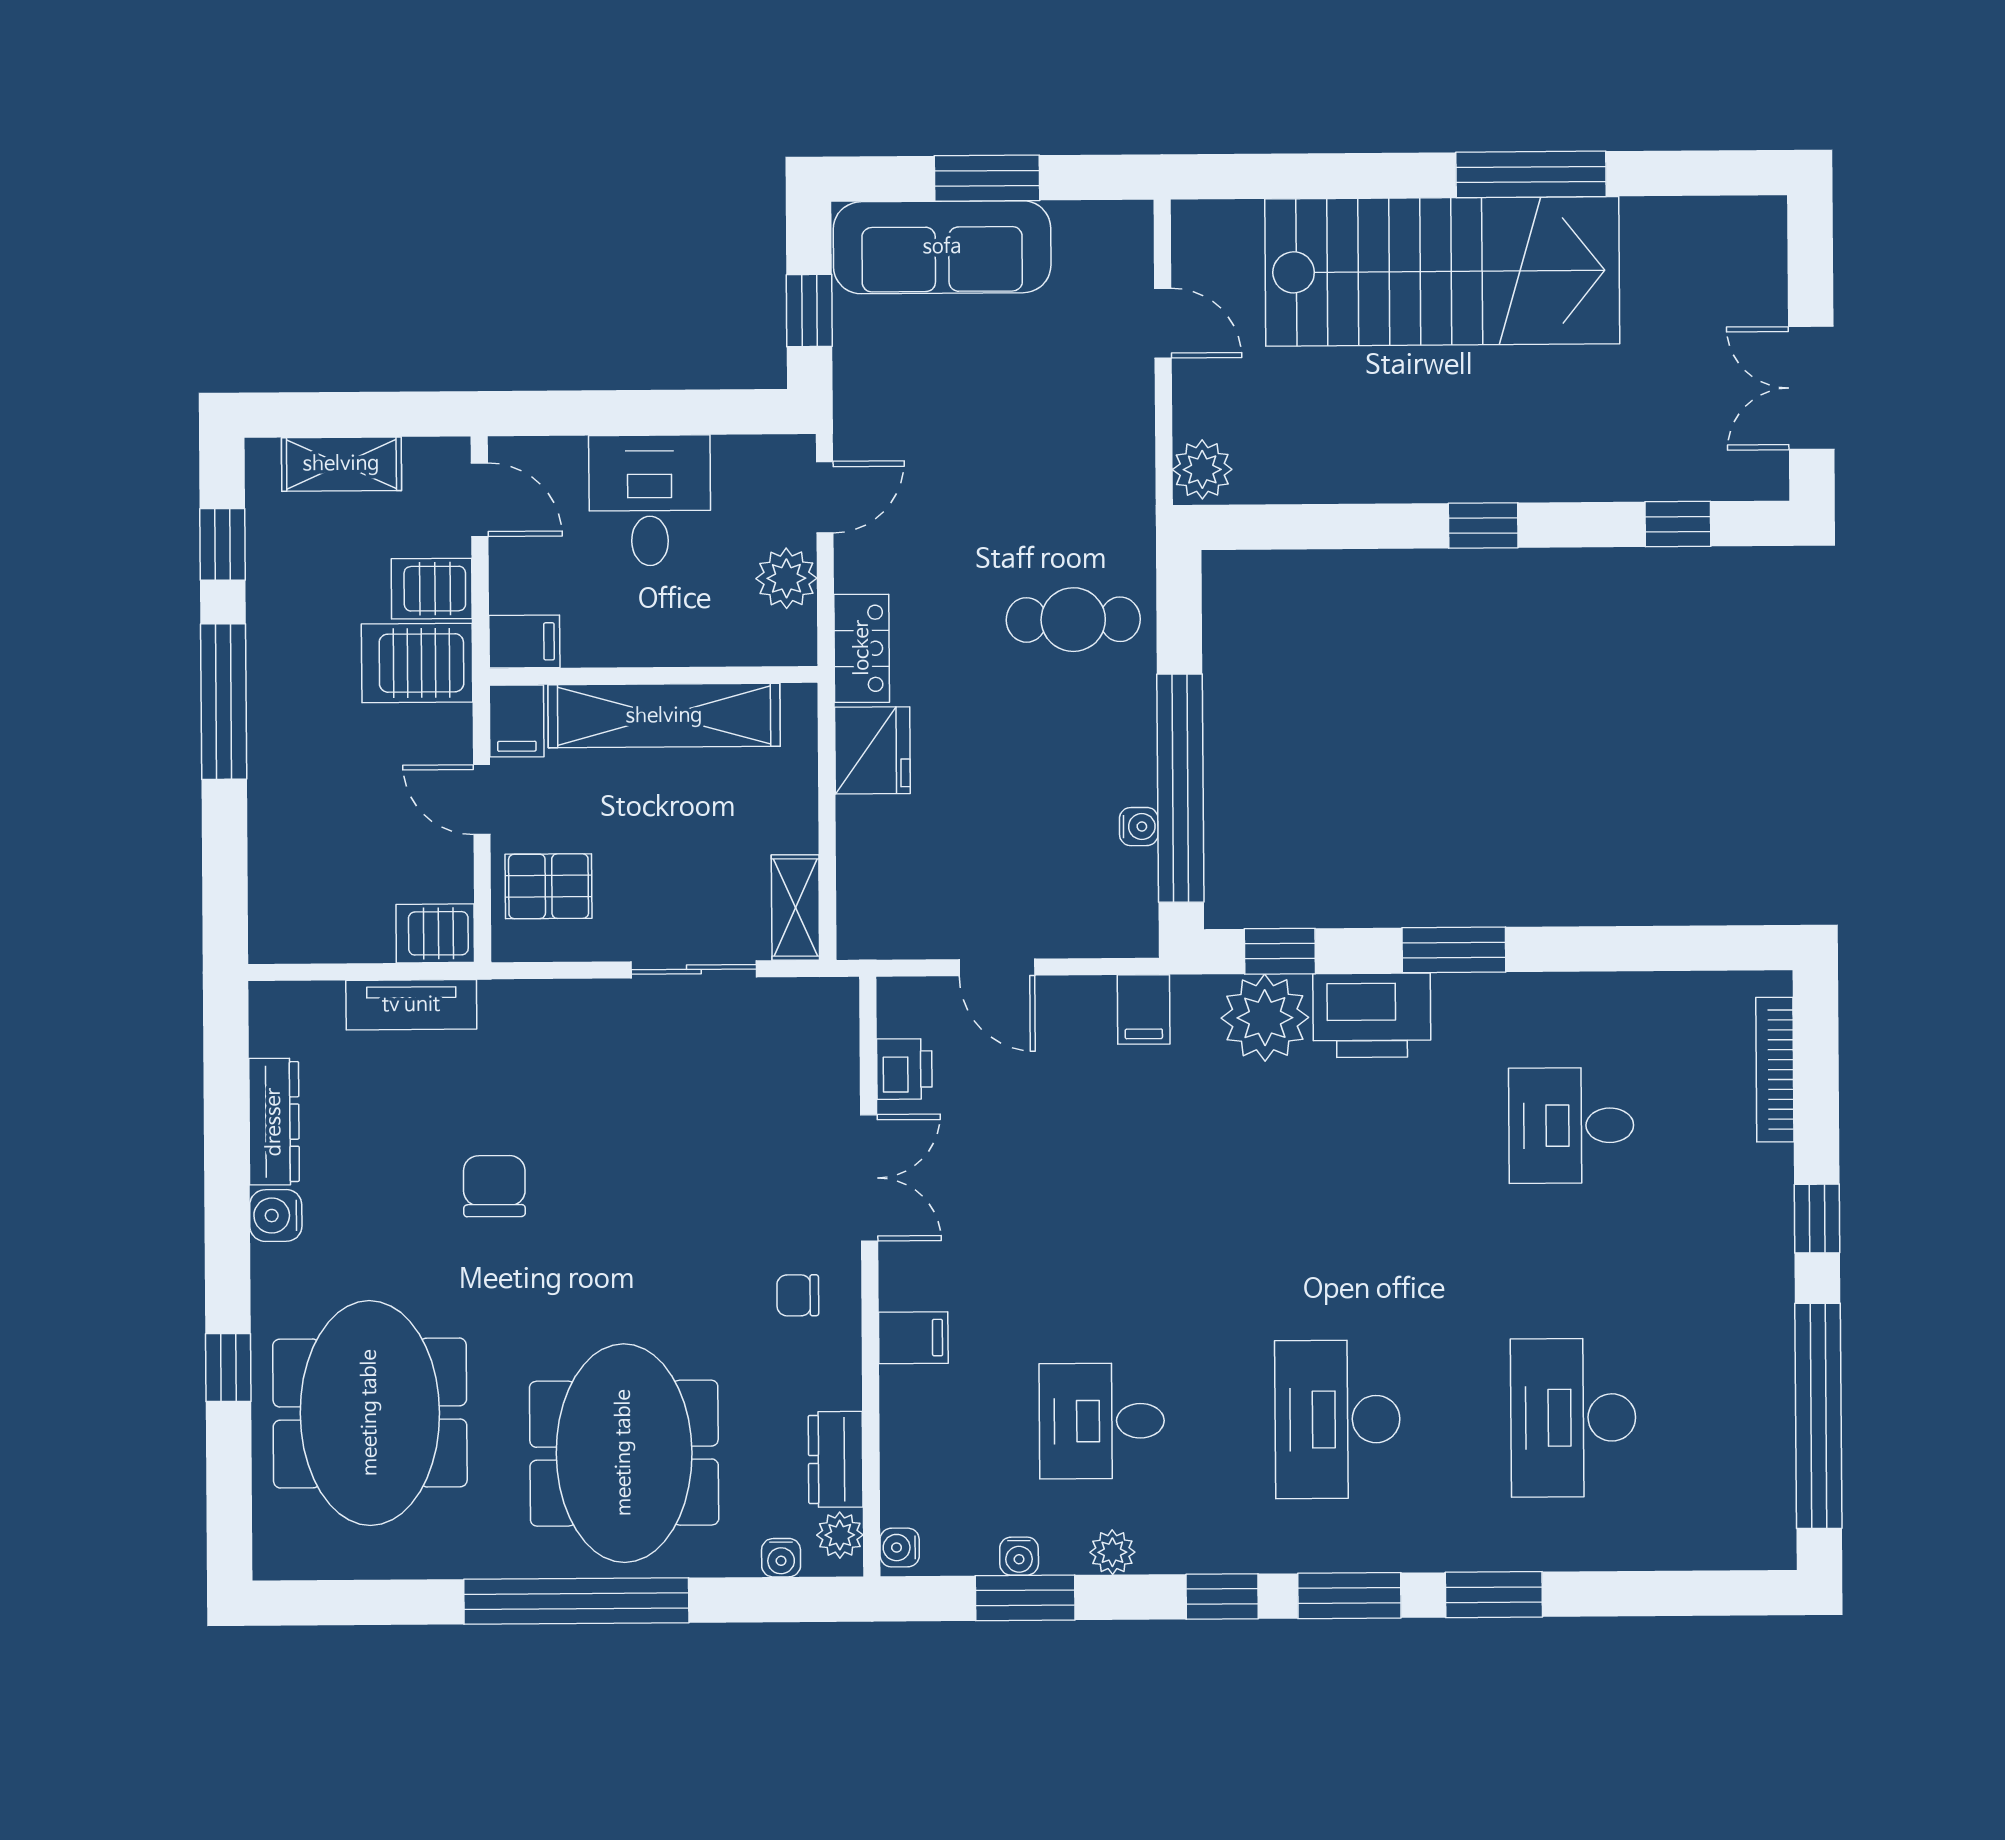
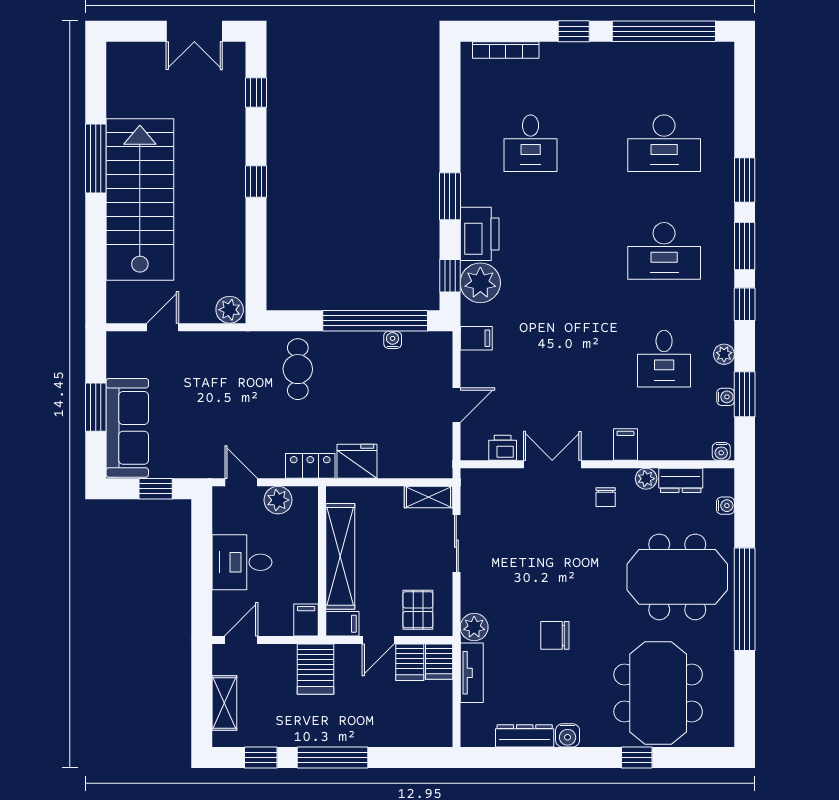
server rack: (432, 589) -> (410, 662), moved
plant: (511, 1009) -> (474, 627), added
meeting table: (370, 1413) -> (658, 693), turned 90
plant: (840, 1535) -> (646, 479), moved

